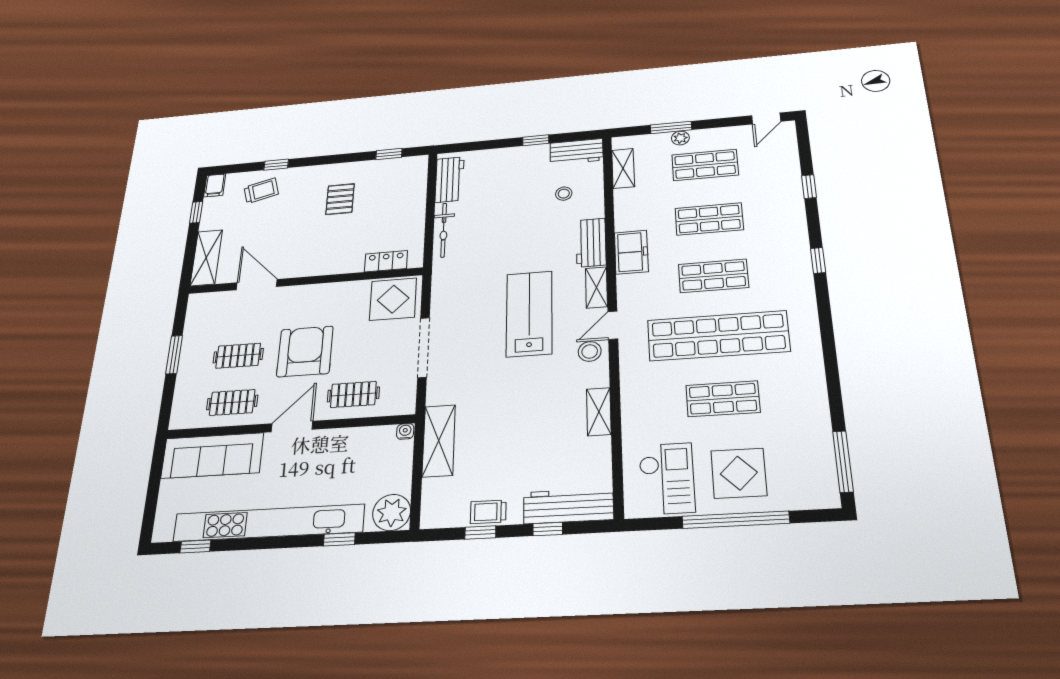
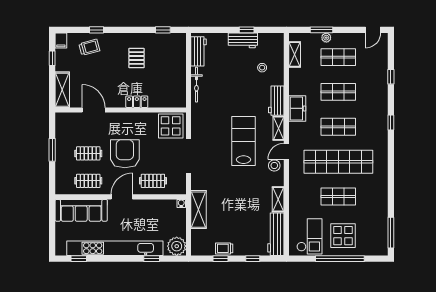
workbench: (577, 152) -> (243, 40), moved
locker: (386, 261) -> (137, 102), moved
workbench: (568, 506) -> (276, 234), moved, turned -90

